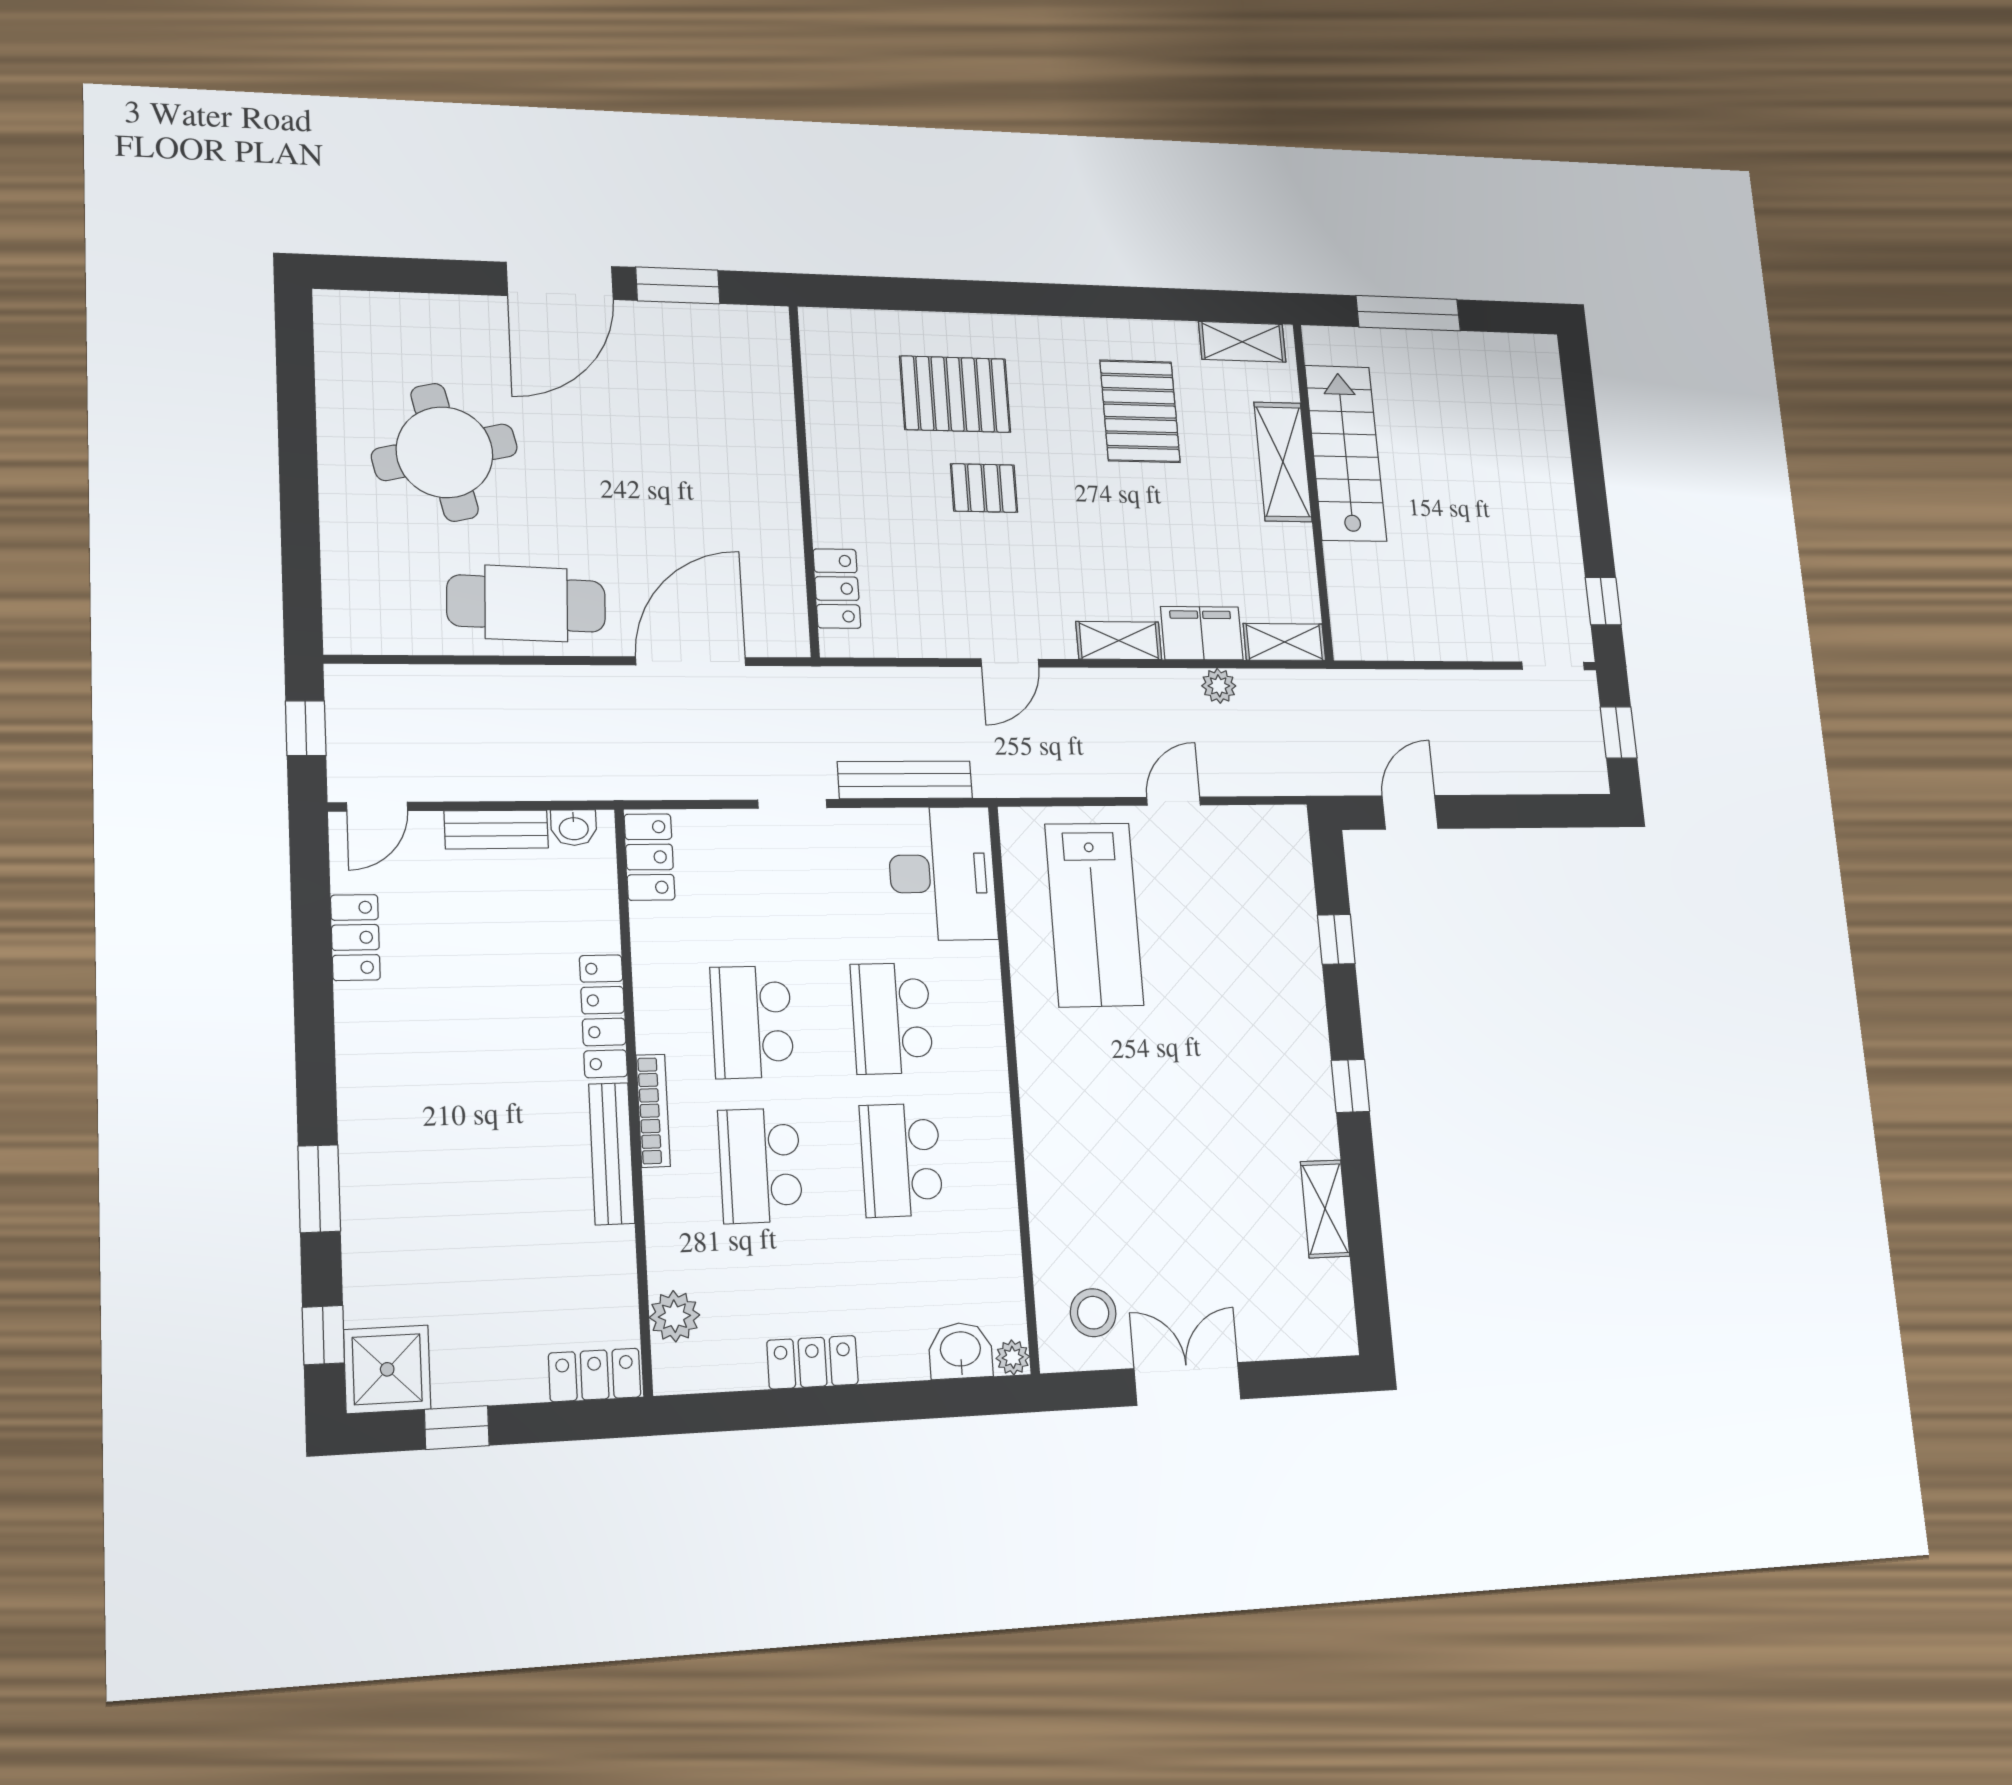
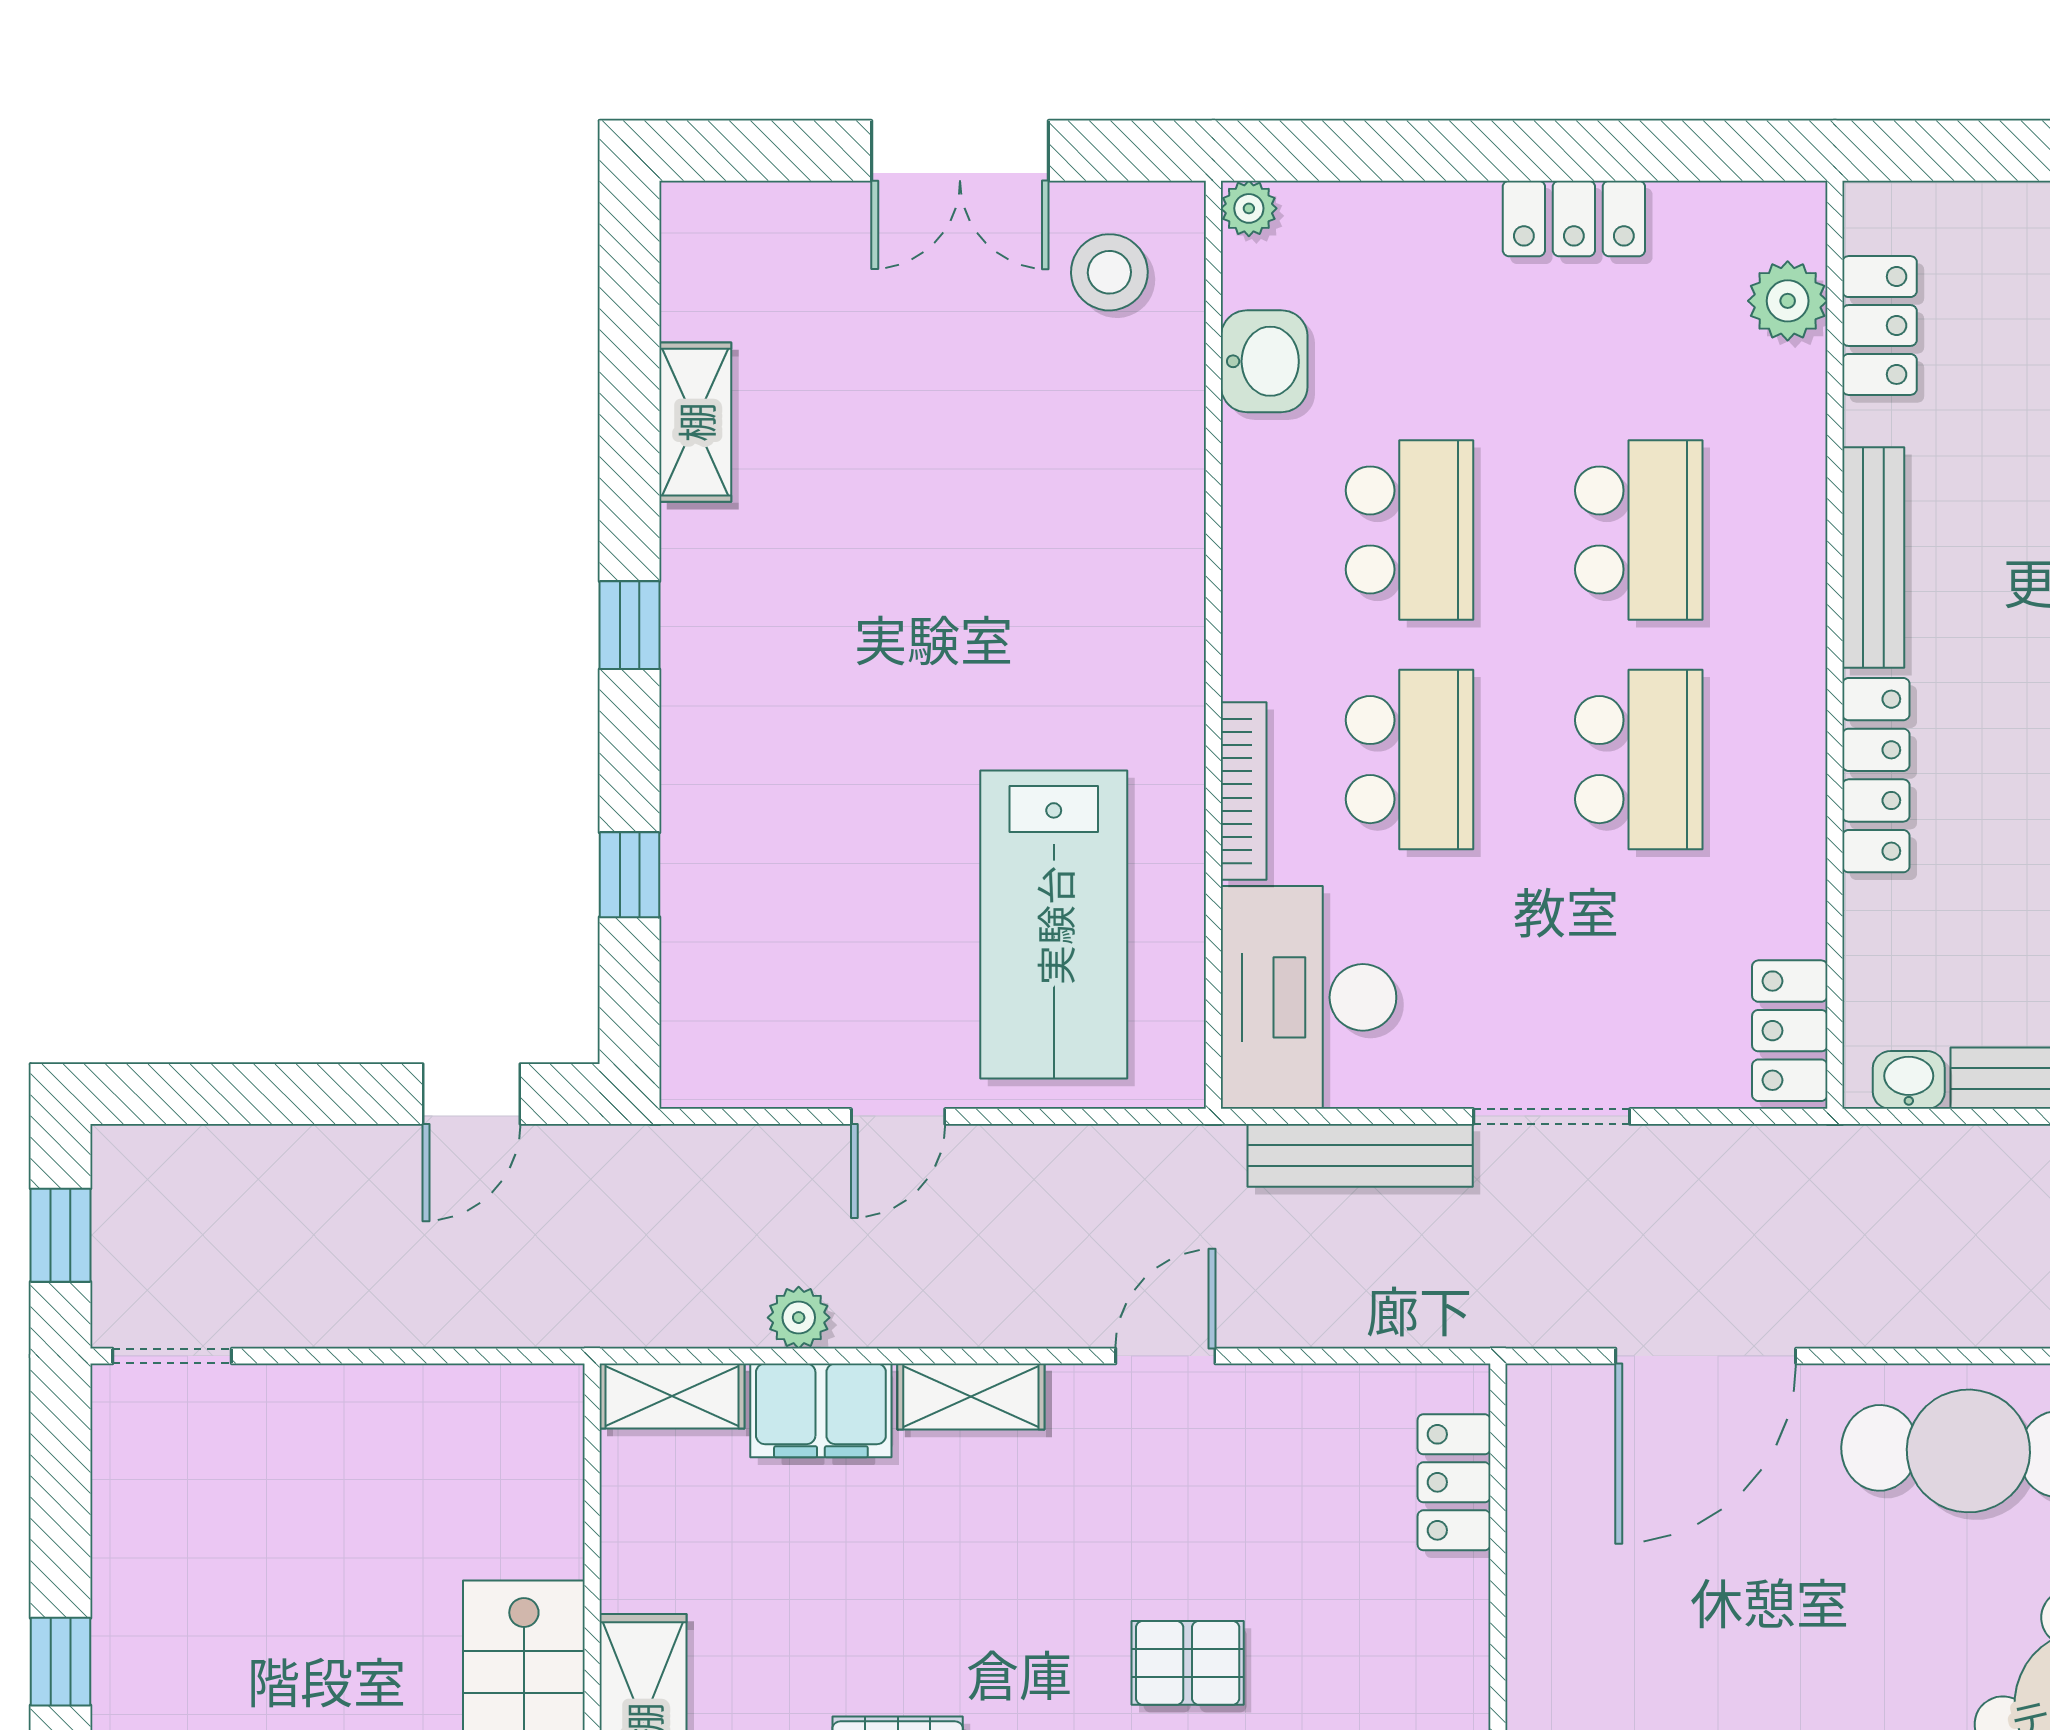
window: (1603, 601) -> (60, 1662), moved
doorway: (792, 804) -> (1552, 1116), width x1.38
lab bench: (1094, 915) -> (1054, 925), turned 180
bookcase: (653, 1111) -> (1244, 791), moved, turned 180
washbasin: (961, 1351) -> (1264, 361), moved, turned -90
locker: (595, 1375) -> (1879, 325), moved, turned -90

